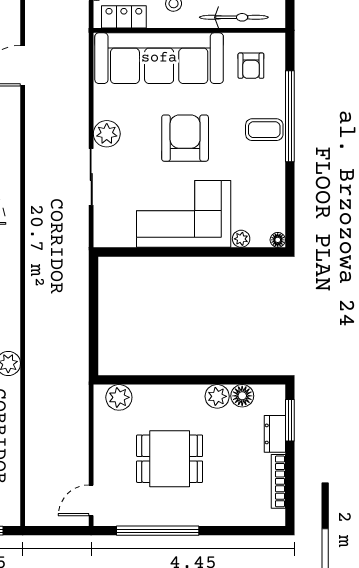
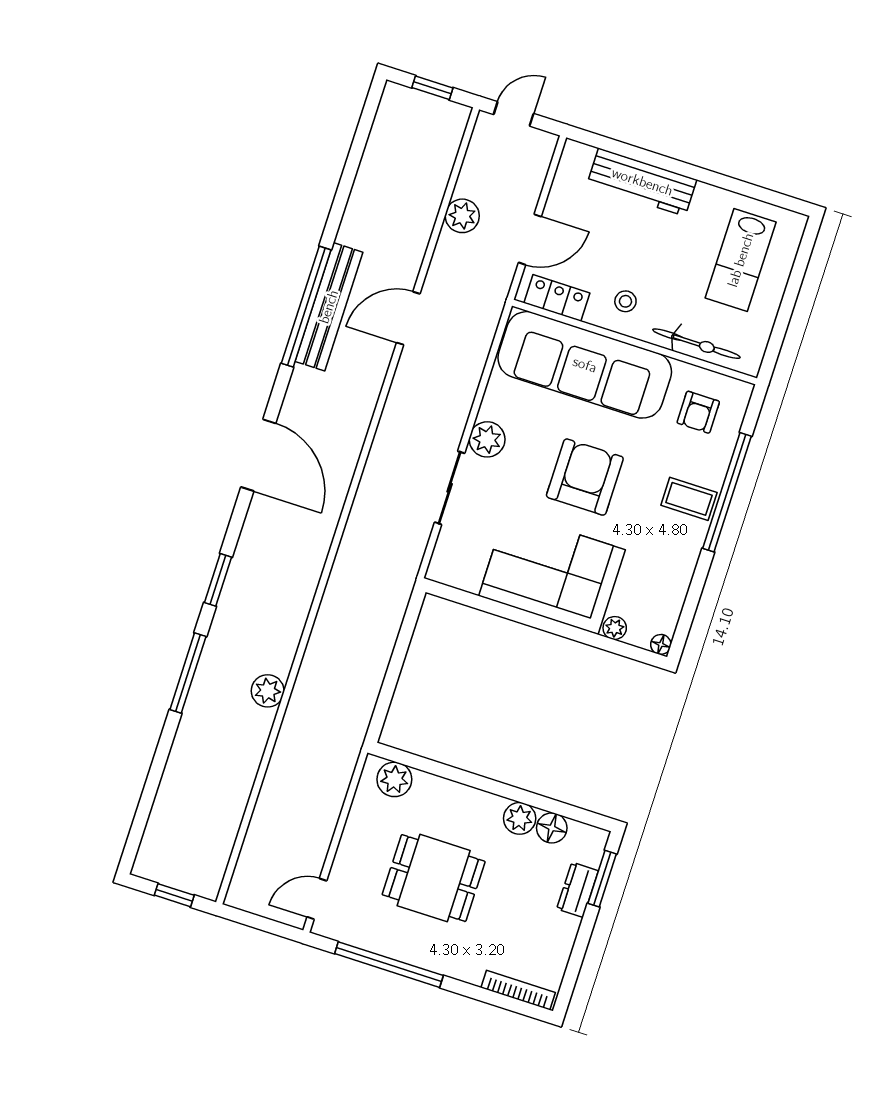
bookcase: (278, 481) -> (518, 990), moved, turned 90

